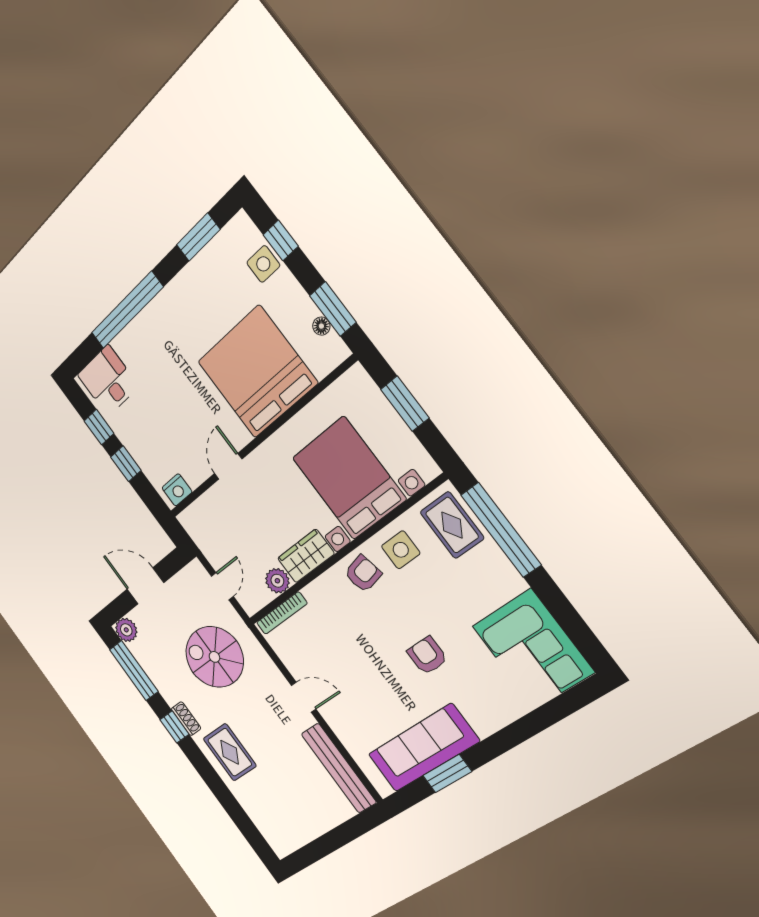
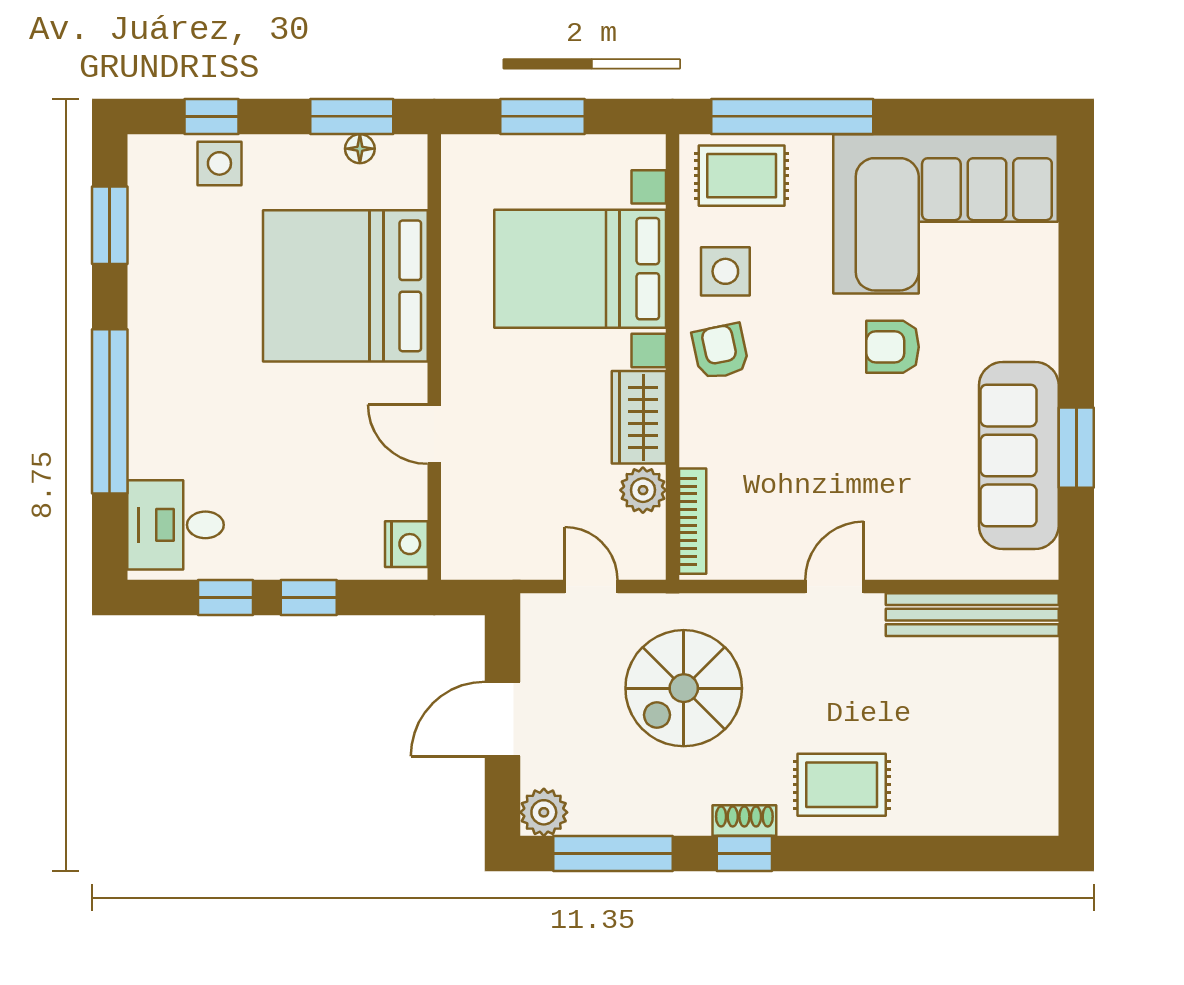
corner sofa: (533, 649) -> (945, 214), width x1.36, depth x1.36

